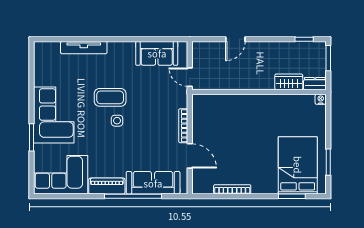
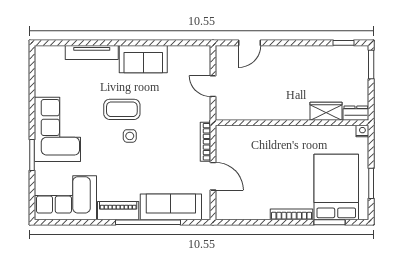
door: (235, 39) -> (250, 43), moved
sofa: (157, 53) -> (143, 59), moved
wardrobe: (289, 82) -> (326, 111), moved
dresser: (315, 84) -> (356, 113), moved
wall: (259, 92) -> (292, 123), moved
nightstand: (321, 99) -> (362, 131), moved
bookcase: (232, 189) -> (292, 214), moved

